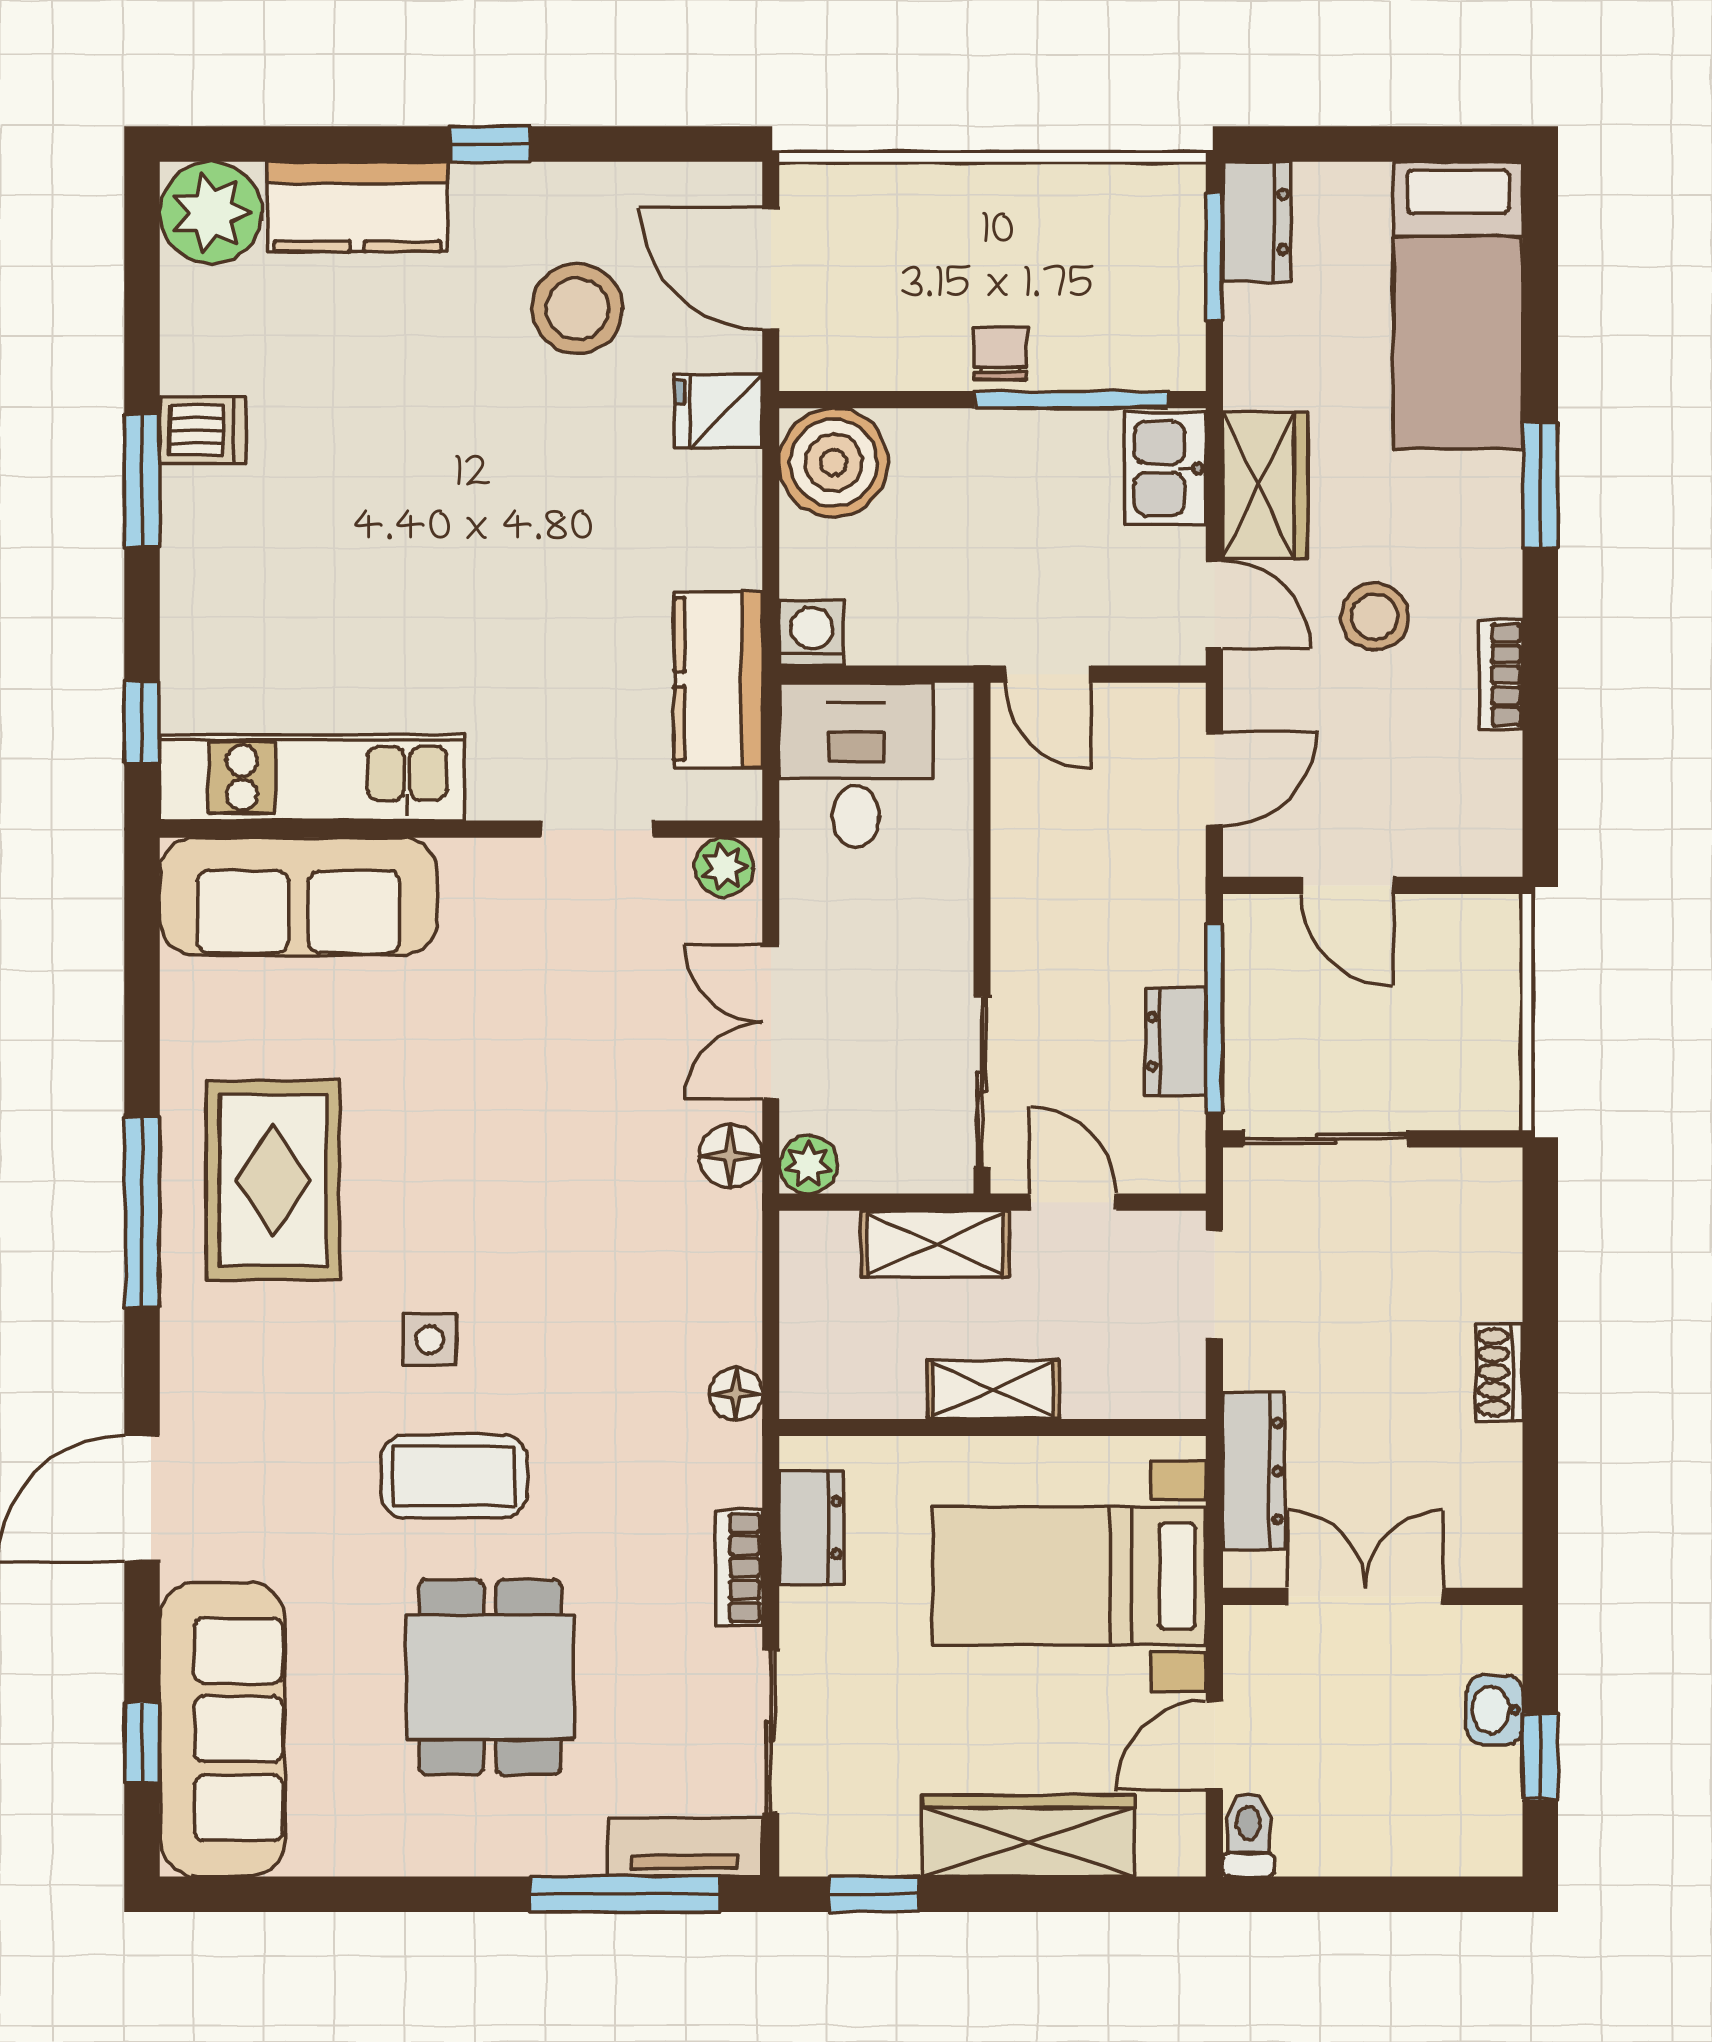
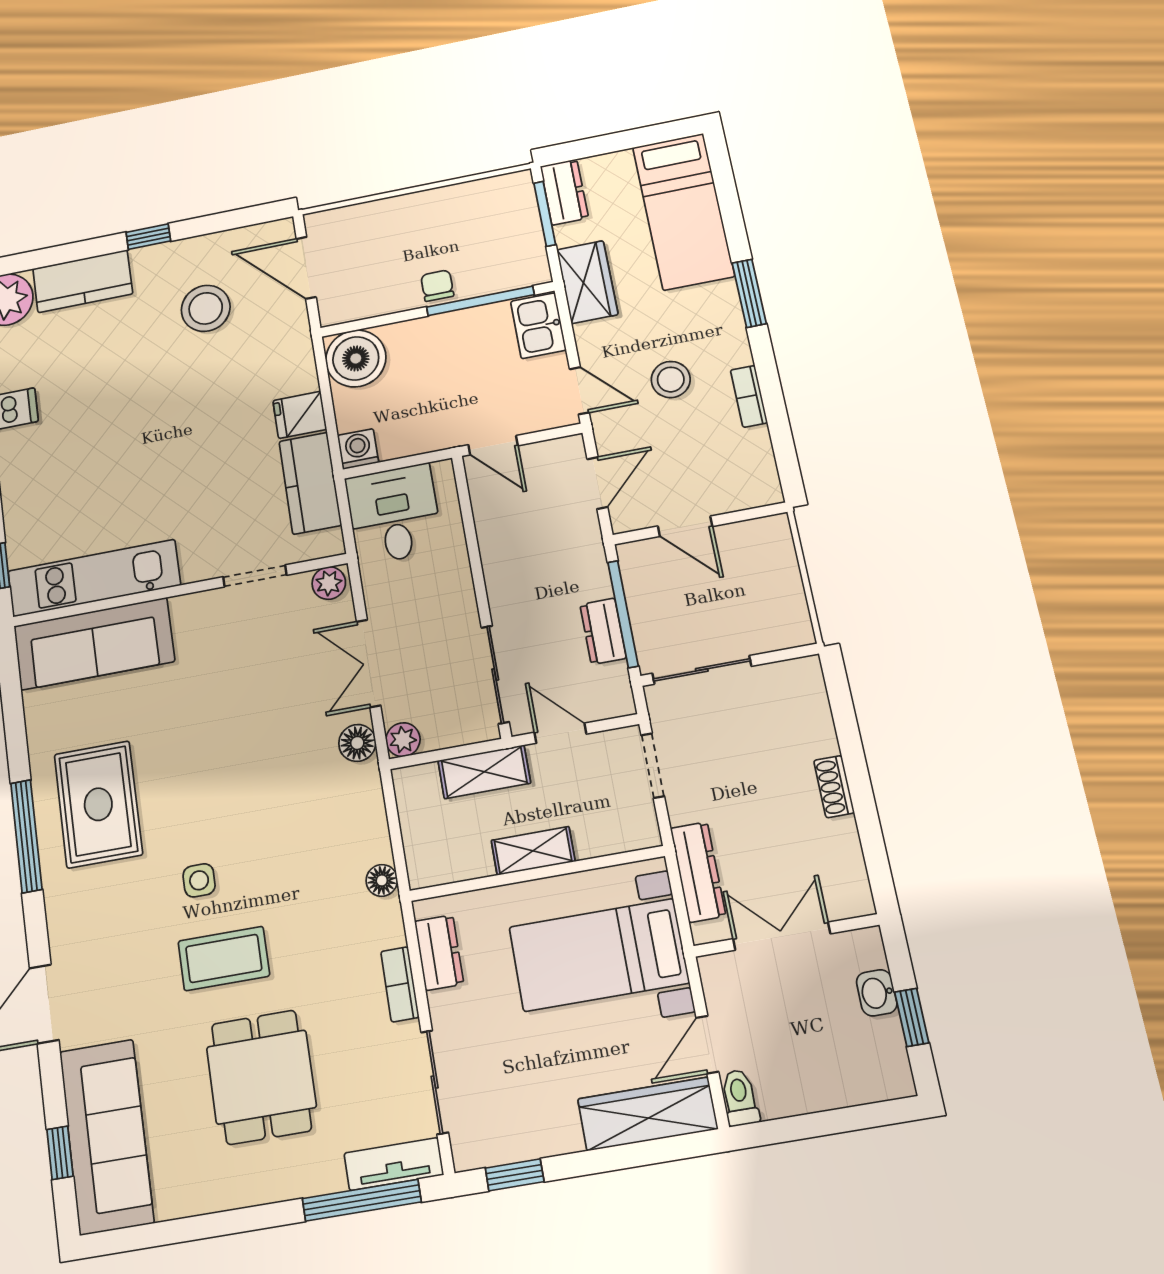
fridge: (718, 411) -> (300, 415), moved
wardrobe: (1265, 485) -> (587, 282), moved
wardrobe: (1028, 1836) -> (648, 1114), moved

